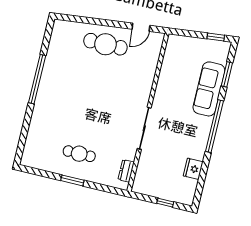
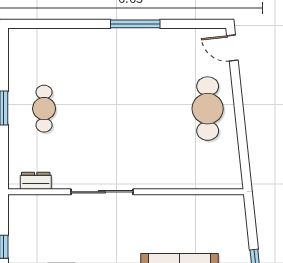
door: (141, 27) -> (232, 48), moved
window: (37, 79) -> (135, 24), width x0.68

